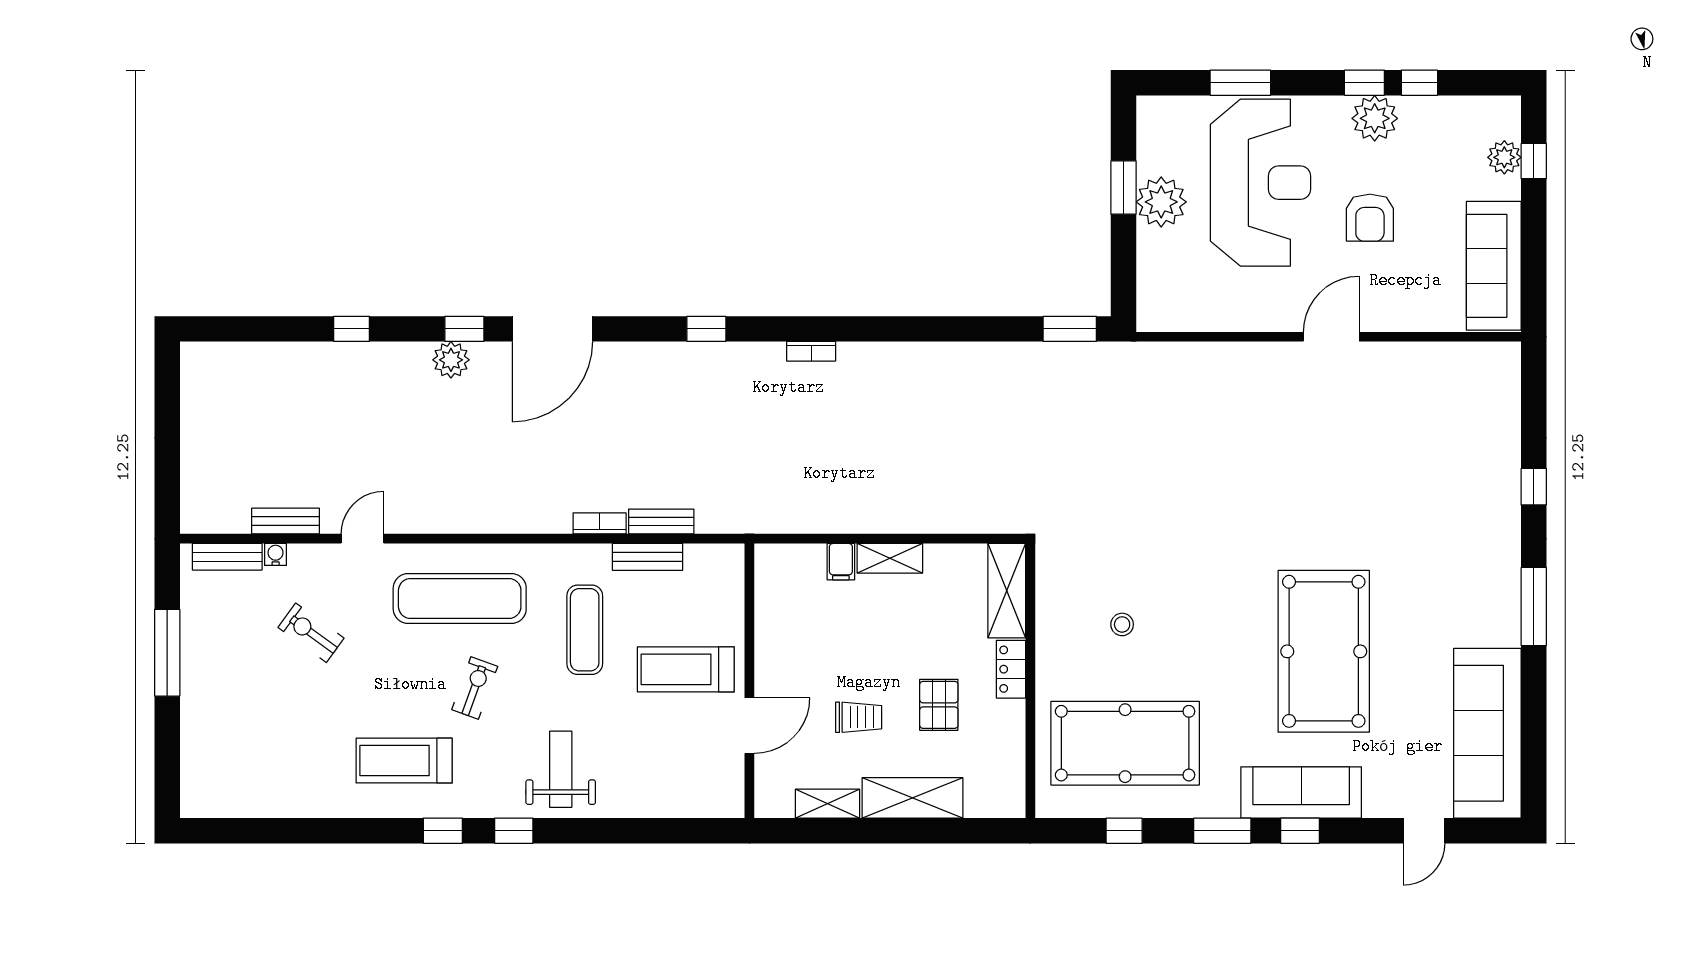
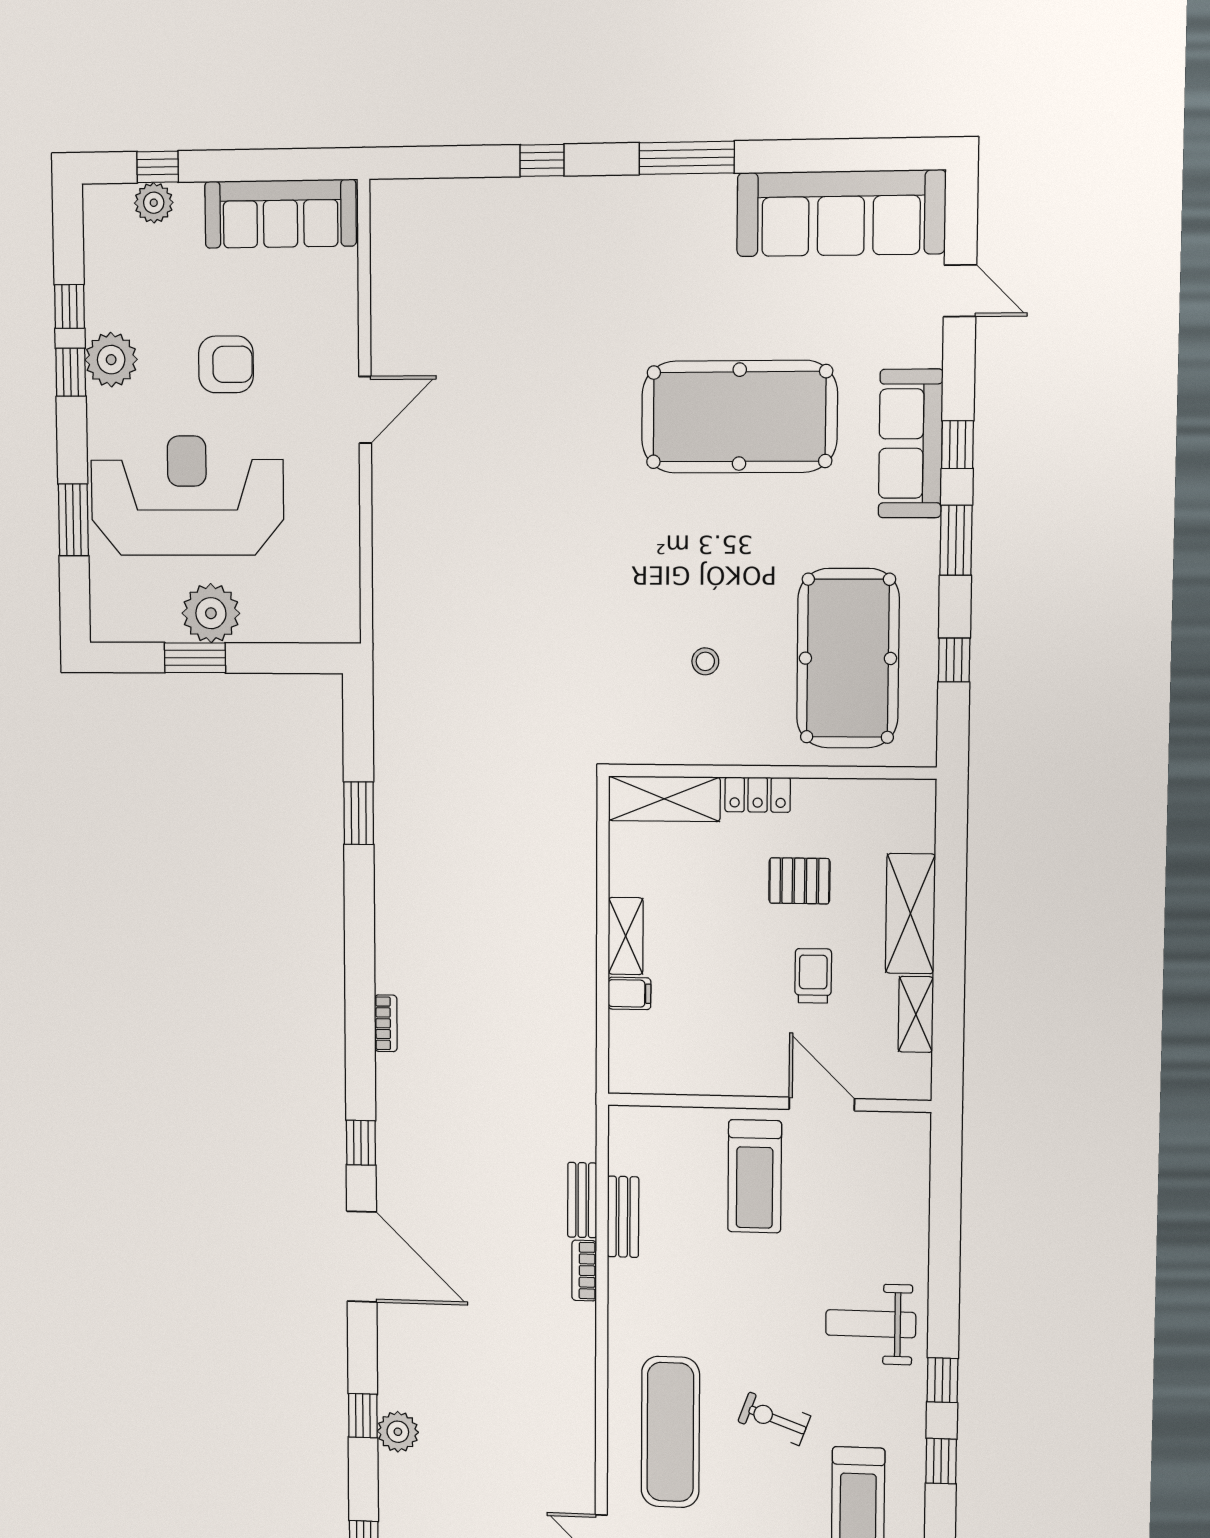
door: (552, 329) -> (362, 1257), moved
window: (1070, 329) -> (359, 813), moved
door: (1331, 337) -> (365, 410), swing flipped
exercise mat: (585, 630) -> (707, 1291), removed

